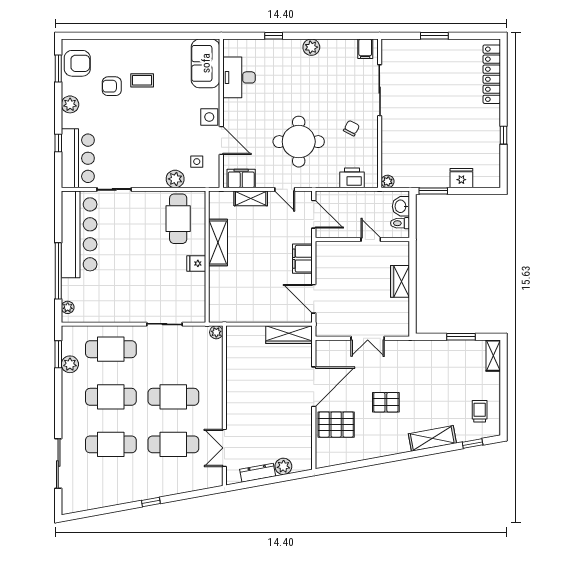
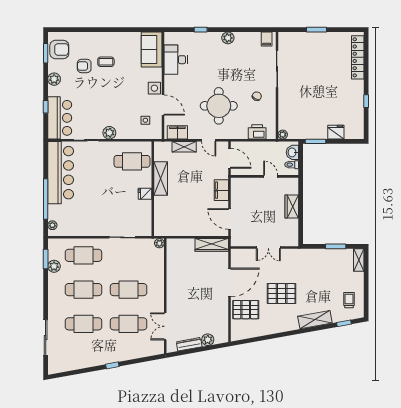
plant: (175, 179) -> (109, 133), moved
cafe table: (178, 219) -> (132, 161), turned 90
pallet: (386, 402) -> (282, 294), width x1.50, depth x1.42

